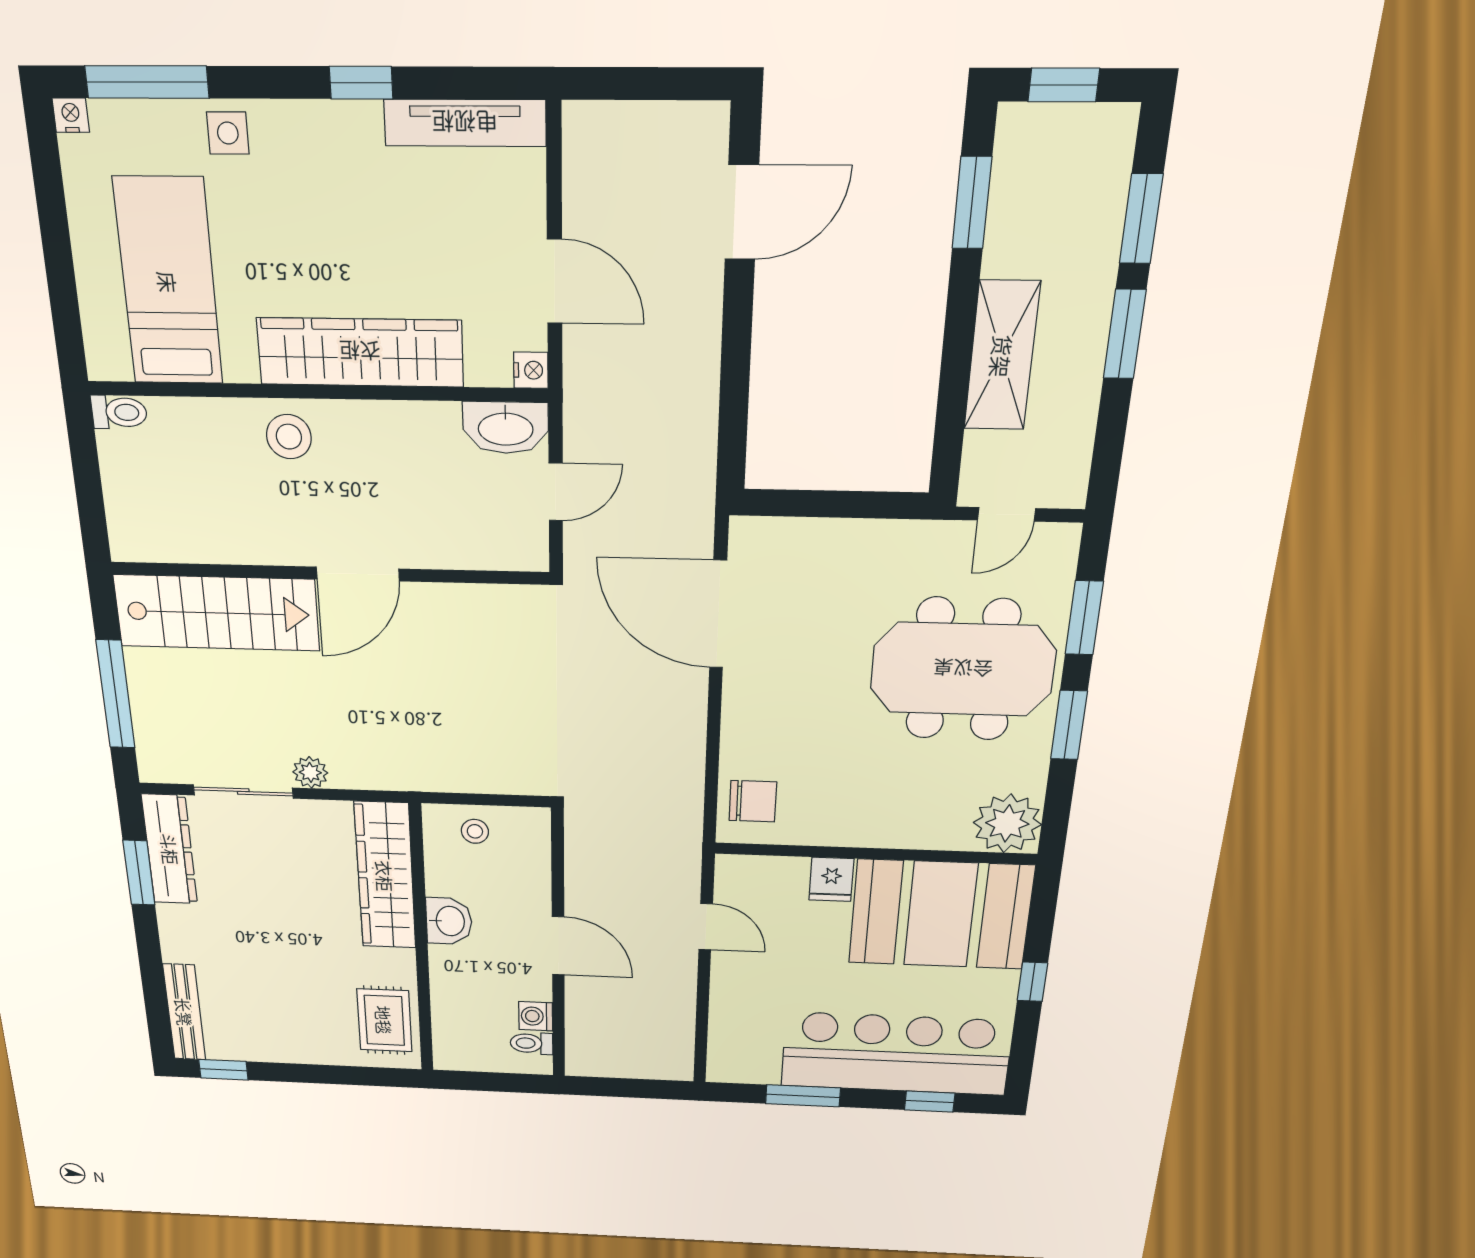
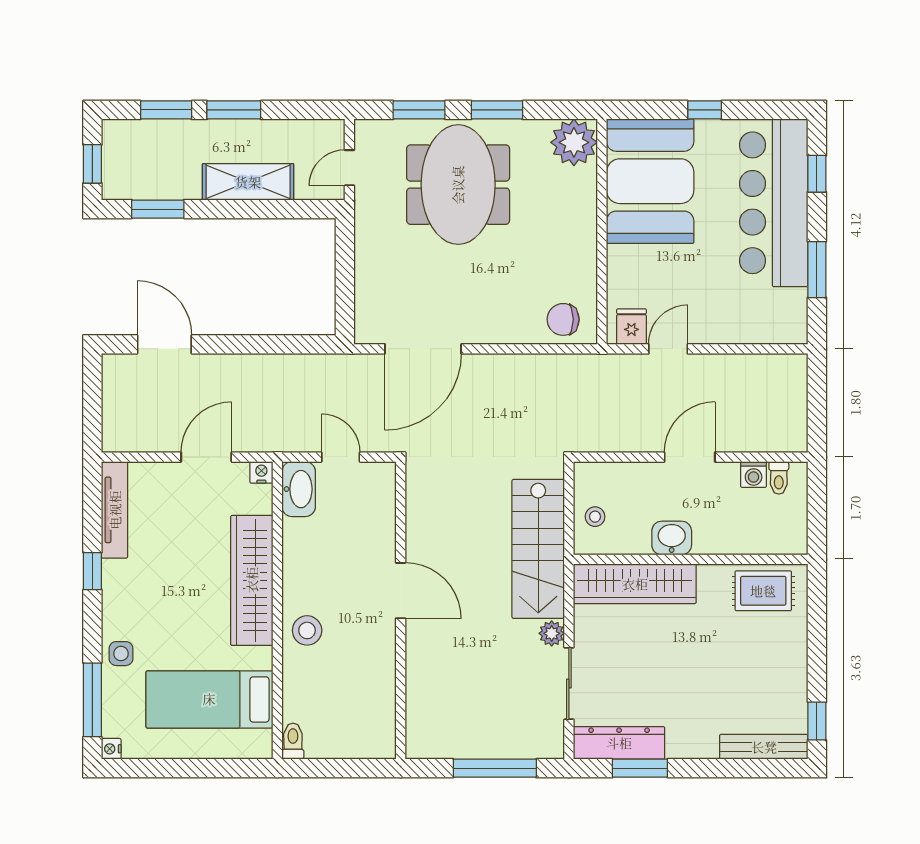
door: (1007, 514) -> (349, 168), swing flipped
stairs: (217, 613) -> (538, 549), moved, turned 180
chair: (753, 801) -> (563, 319), turned -90
fridge: (831, 879) -> (631, 327), moved, turned -90

